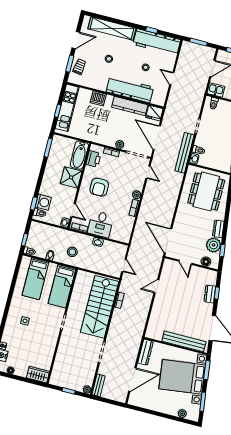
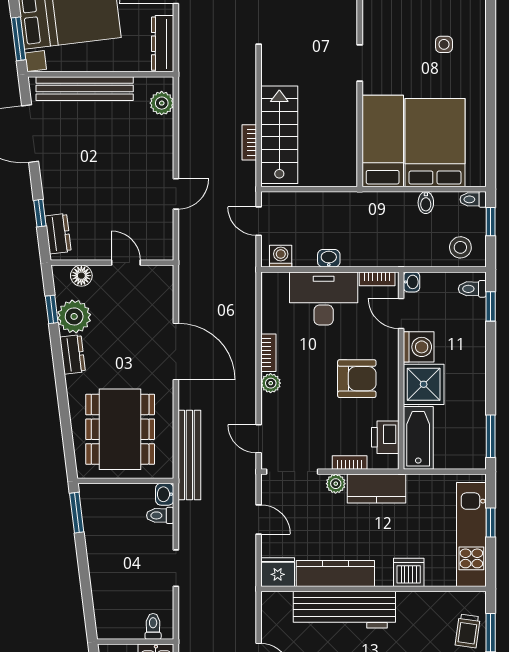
kitchen counter: (103, 138) -> (376, 489), added
door: (157, 138) -> (259, 519), width x0.53
bench: (184, 153) -> (189, 455), moved
armchair: (99, 187) -> (357, 379), turned 90
washing machine: (43, 202) -> (419, 347), moved, turned 180
desk: (101, 224) -> (324, 298), width x1.37
door: (168, 241) -> (176, 351), moved
washing machine: (118, 248) -> (281, 256), added
stool: (72, 252) -> (460, 247), moved
bed: (35, 279) -> (435, 143), width x1.50
dresser: (210, 294) -> (58, 234), moved
stairs: (100, 307) -> (279, 135), width x0.73, depth x0.66
plant: (152, 327) -> (162, 103), added

